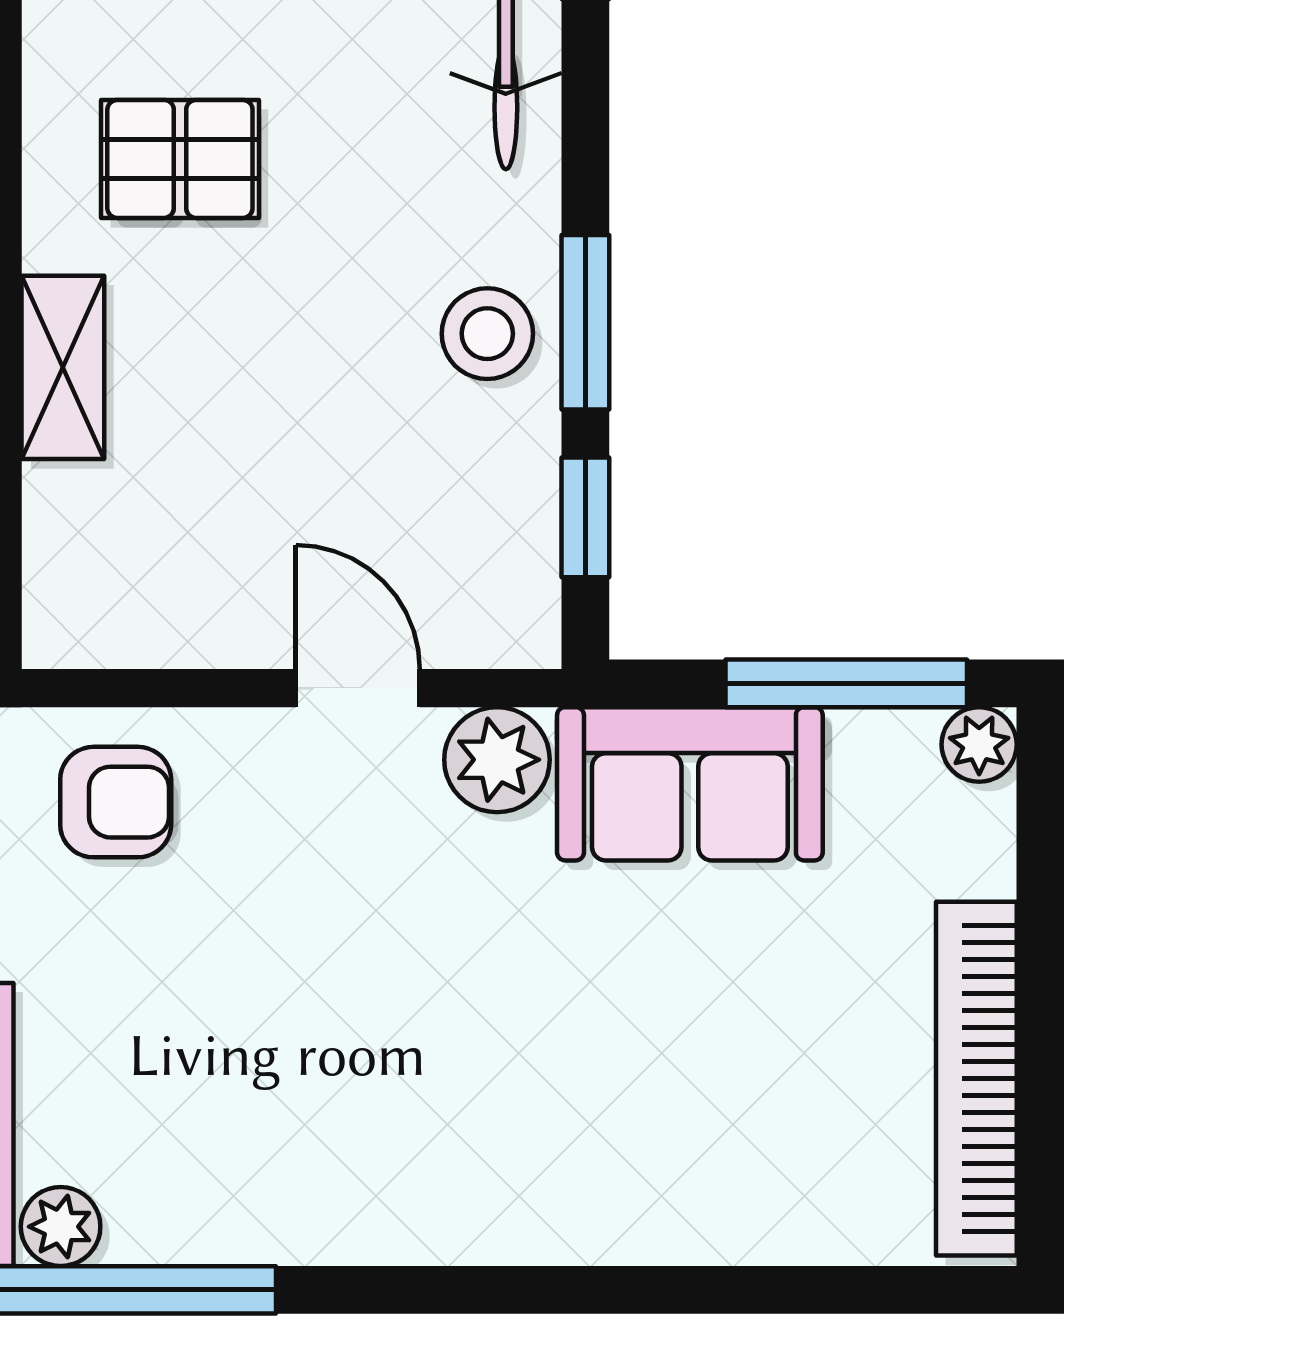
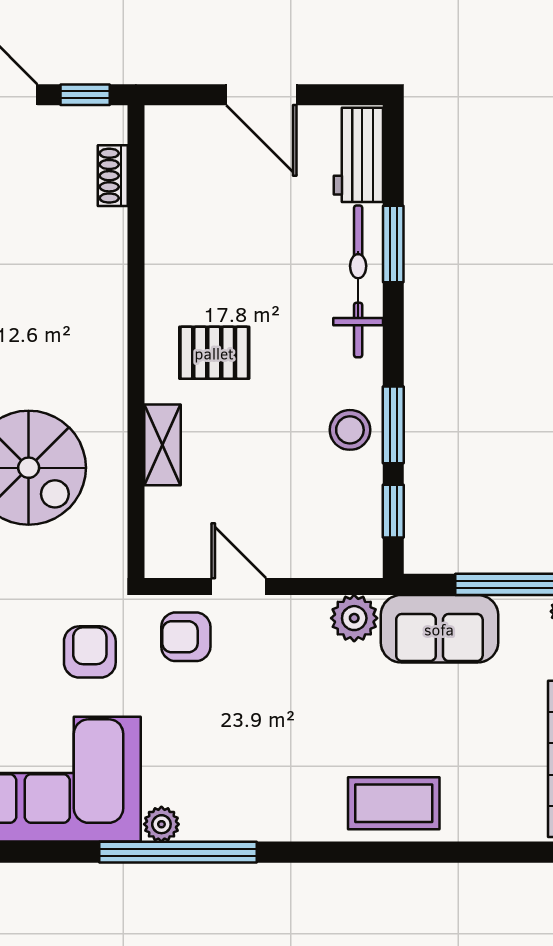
door: (358, 688) -> (239, 586), moved
armchair: (116, 802) -> (186, 637), turned 180
coffee table: (586, 1179) -> (394, 803), added

